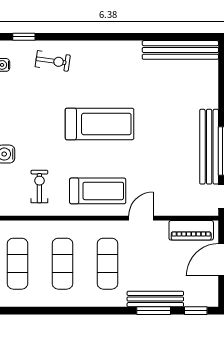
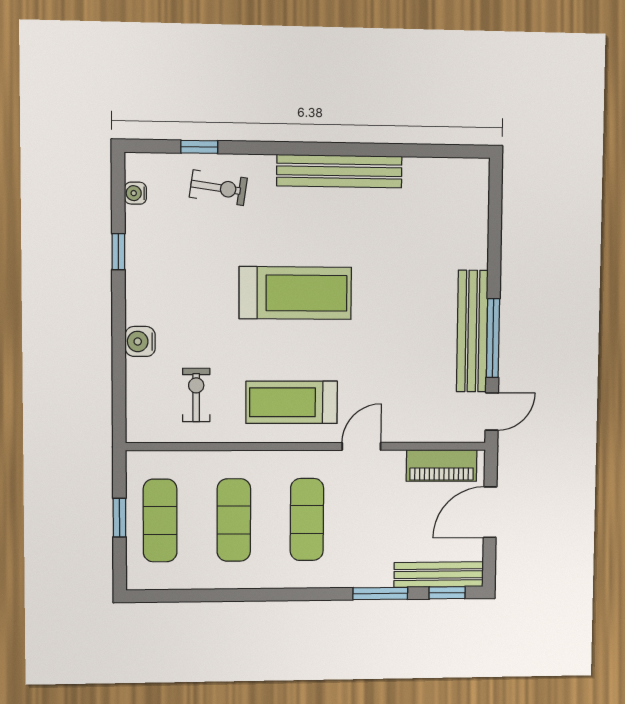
window: (24, 37) -> (199, 147), moved
bench: (180, 50) -> (339, 171), moved
treadmill: (98, 191) -> (292, 402), turned 180
bench: (155, 299) -> (439, 575), moved

